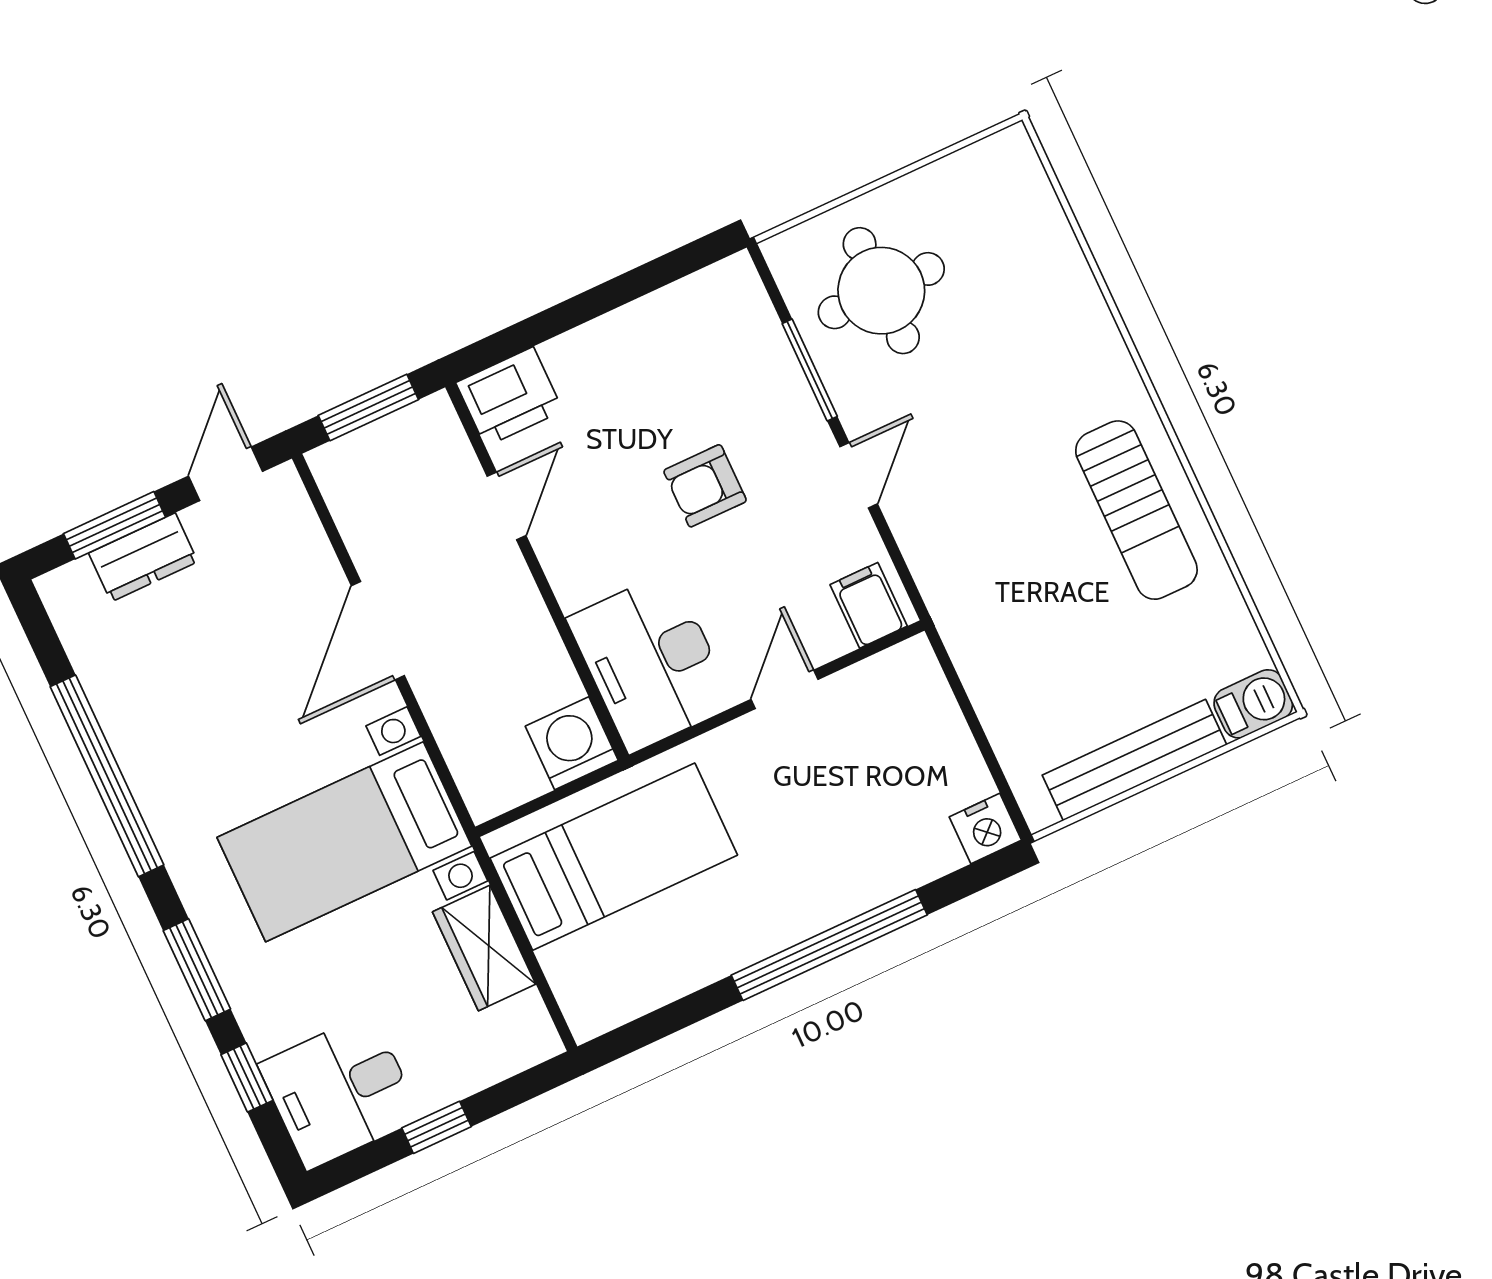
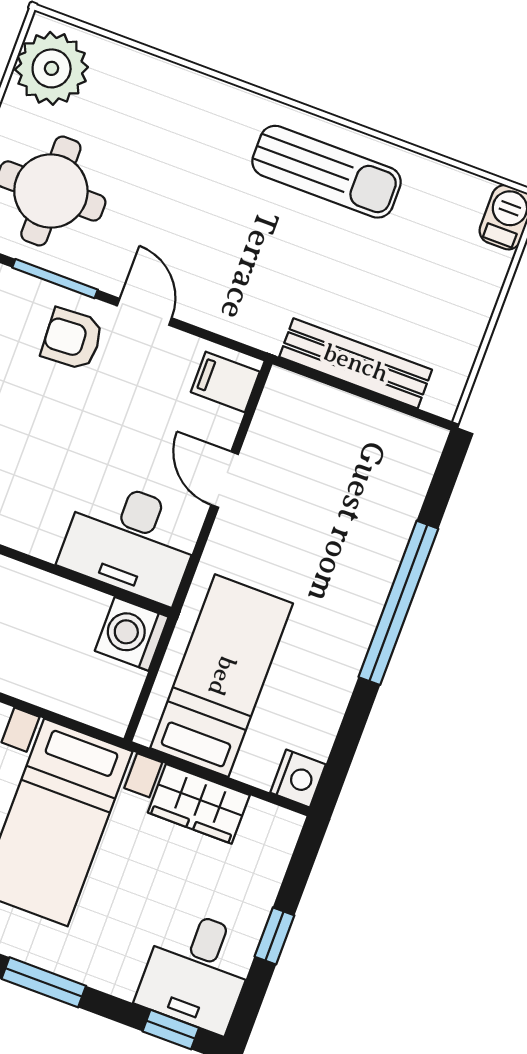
plant: (987, 185) -> (52, 68), added
armchair: (705, 486) -> (72, 339), moved, turned 87
bench: (1134, 760) -> (356, 363), moved, turned 90
nightstand: (985, 828) -> (298, 779), moved
window: (247, 1077) -> (171, 1030), moved

